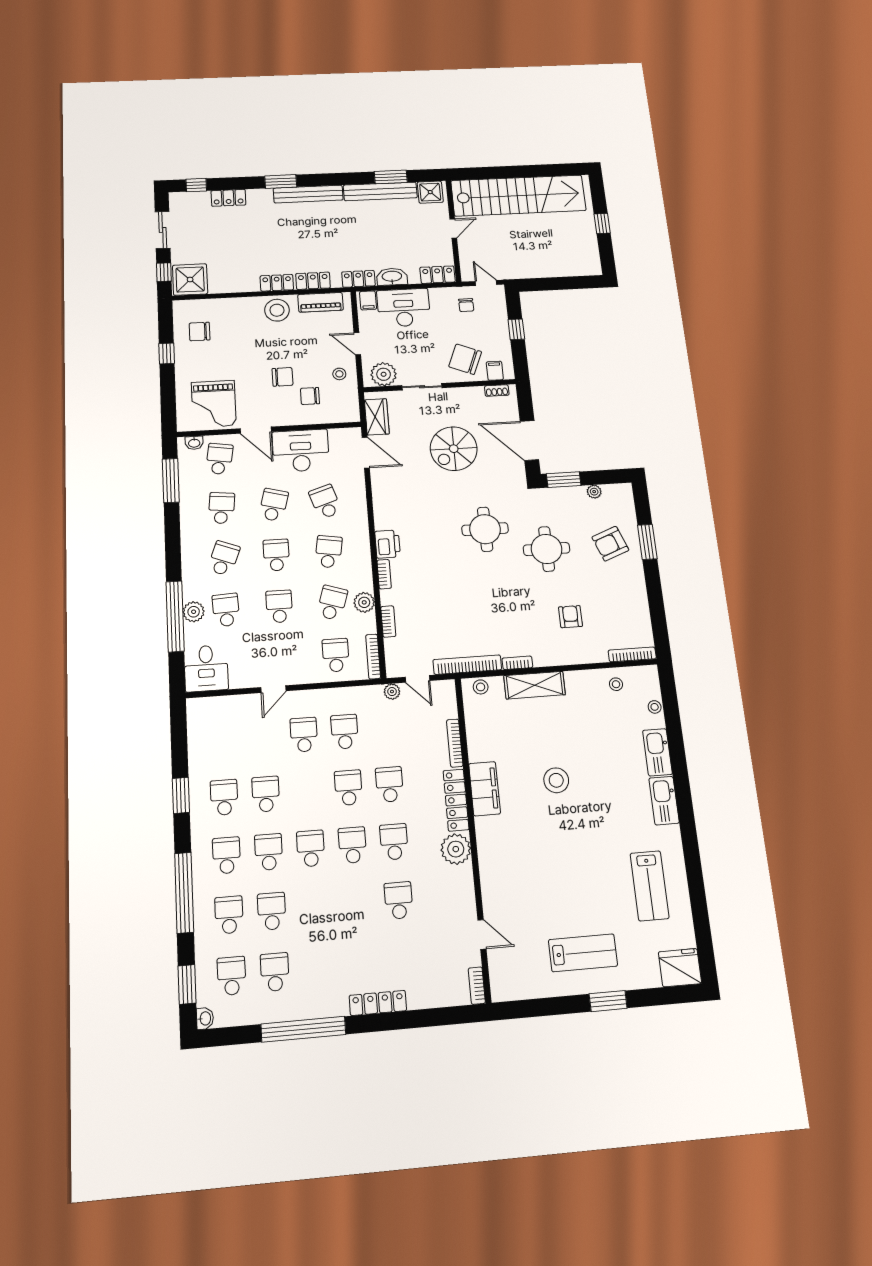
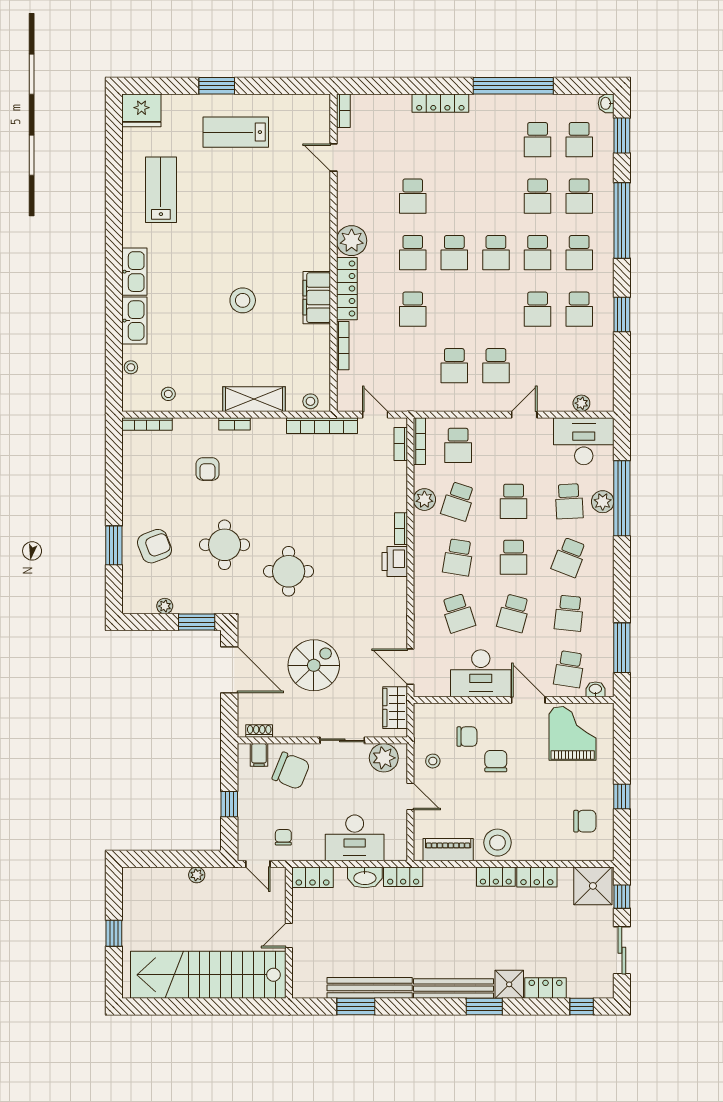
shower: (430, 192) -> (509, 984), moved
plant: (538, 272) -> (197, 875), added
locker: (313, 281) -> (537, 877), moved
filing cabinet: (368, 300) -> (394, 849), removed
chair: (283, 377) -> (496, 761), turned 90
bookcase: (388, 621) -> (401, 444), moved
bookcase: (517, 663) -> (235, 424), moved
desk: (206, 668) -> (584, 441), width x1.37
plant: (392, 692) -> (581, 403), moved
school desk: (348, 788) -> (454, 309), removed

